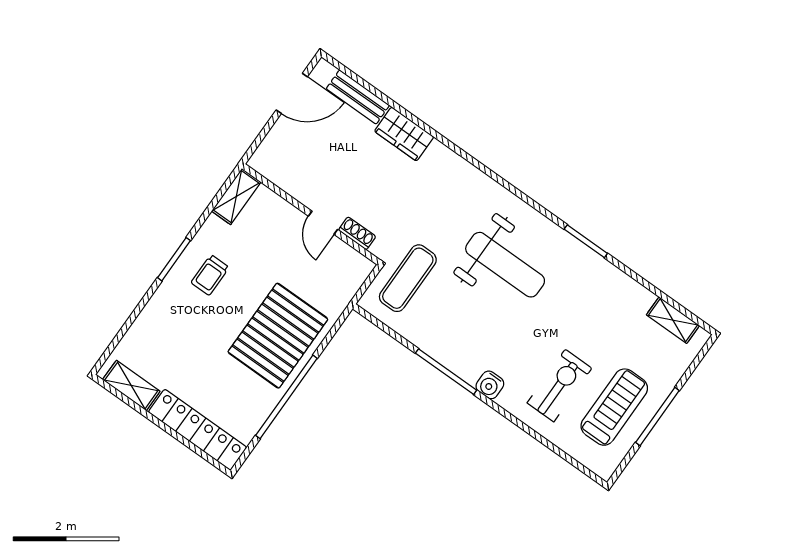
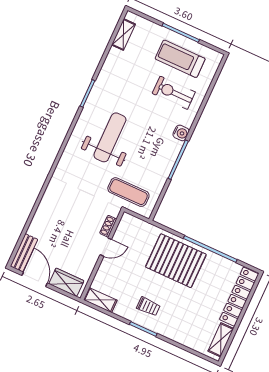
bench: (358, 97) -> (24, 253), moved
wardrobe: (404, 134) -> (66, 282), moved, turned -90

